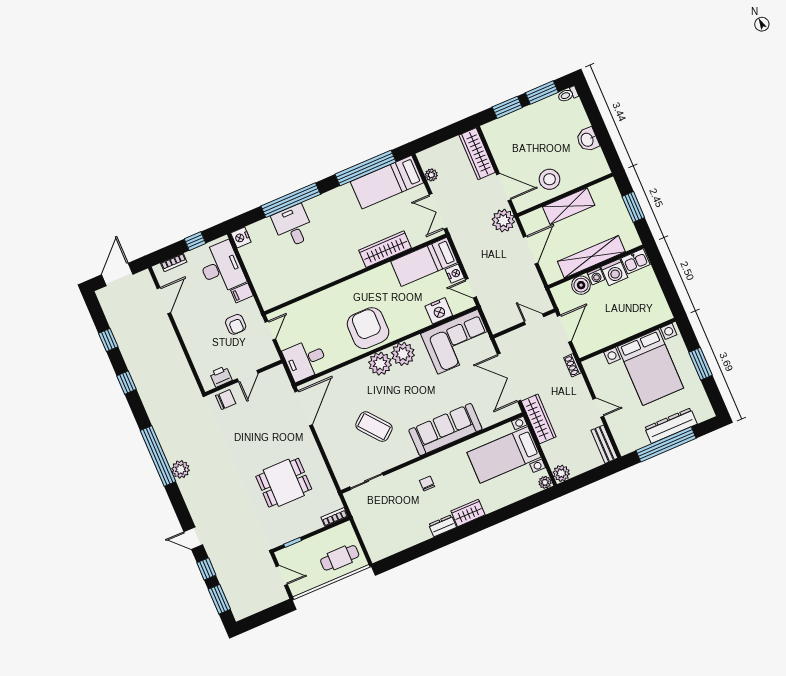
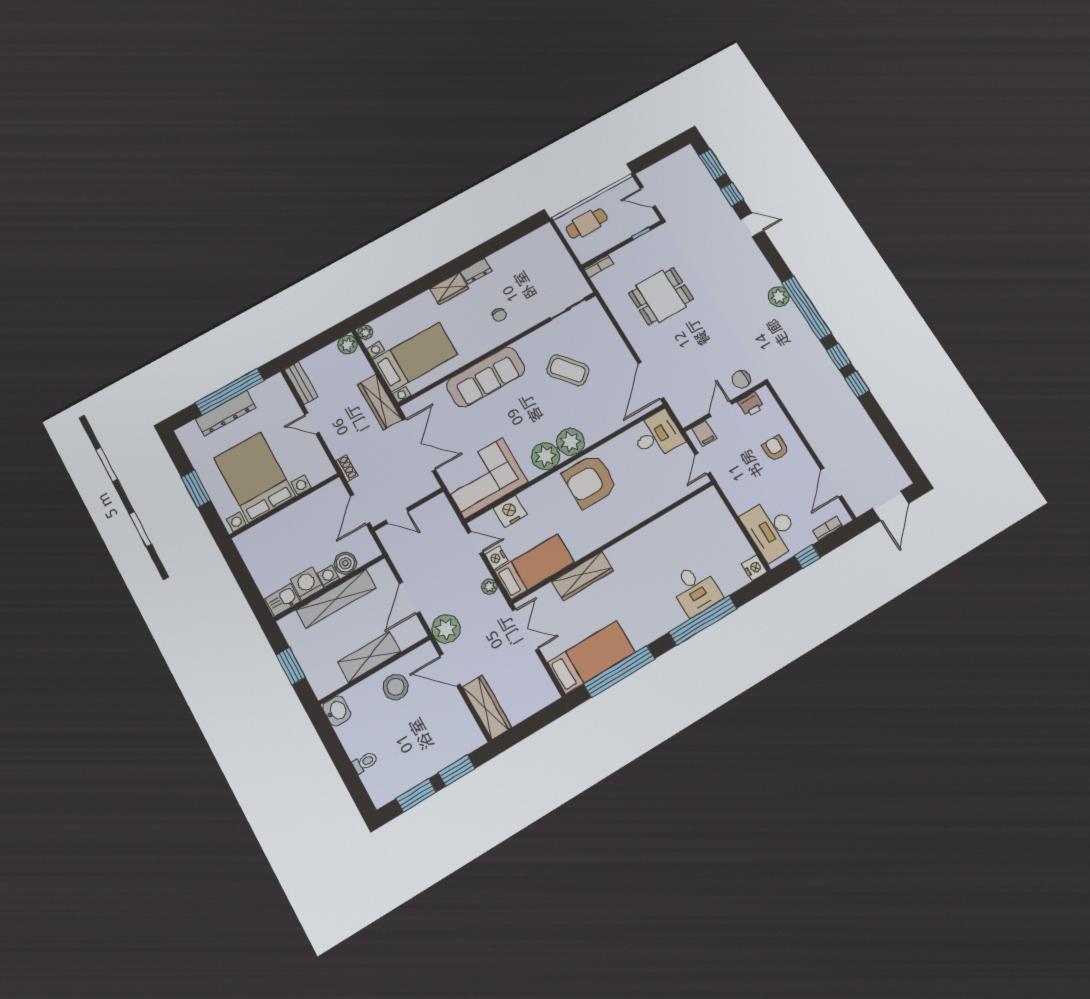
toilet: (568, 95) -> (365, 762), moved
washbasin: (588, 140) -> (337, 711), moved
plant: (431, 175) -> (489, 587), moved
filing cabinet: (242, 293) -> (704, 433), moved, turned 90
armchair: (236, 324) -> (775, 448), moved
armchair: (368, 328) -> (590, 481), turned 90
window: (108, 340) -> (839, 357), moved

